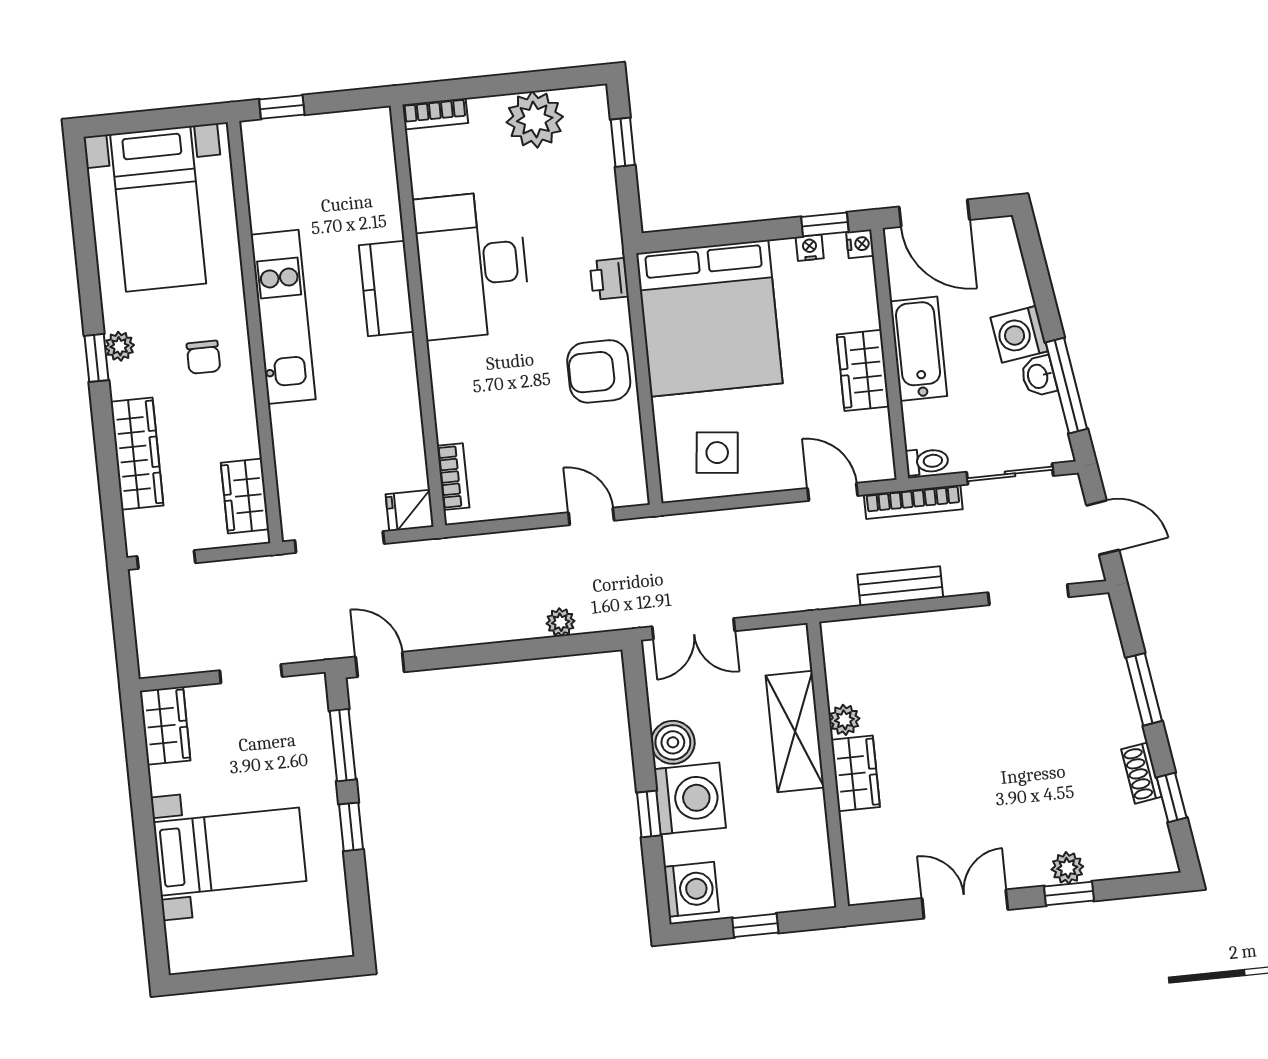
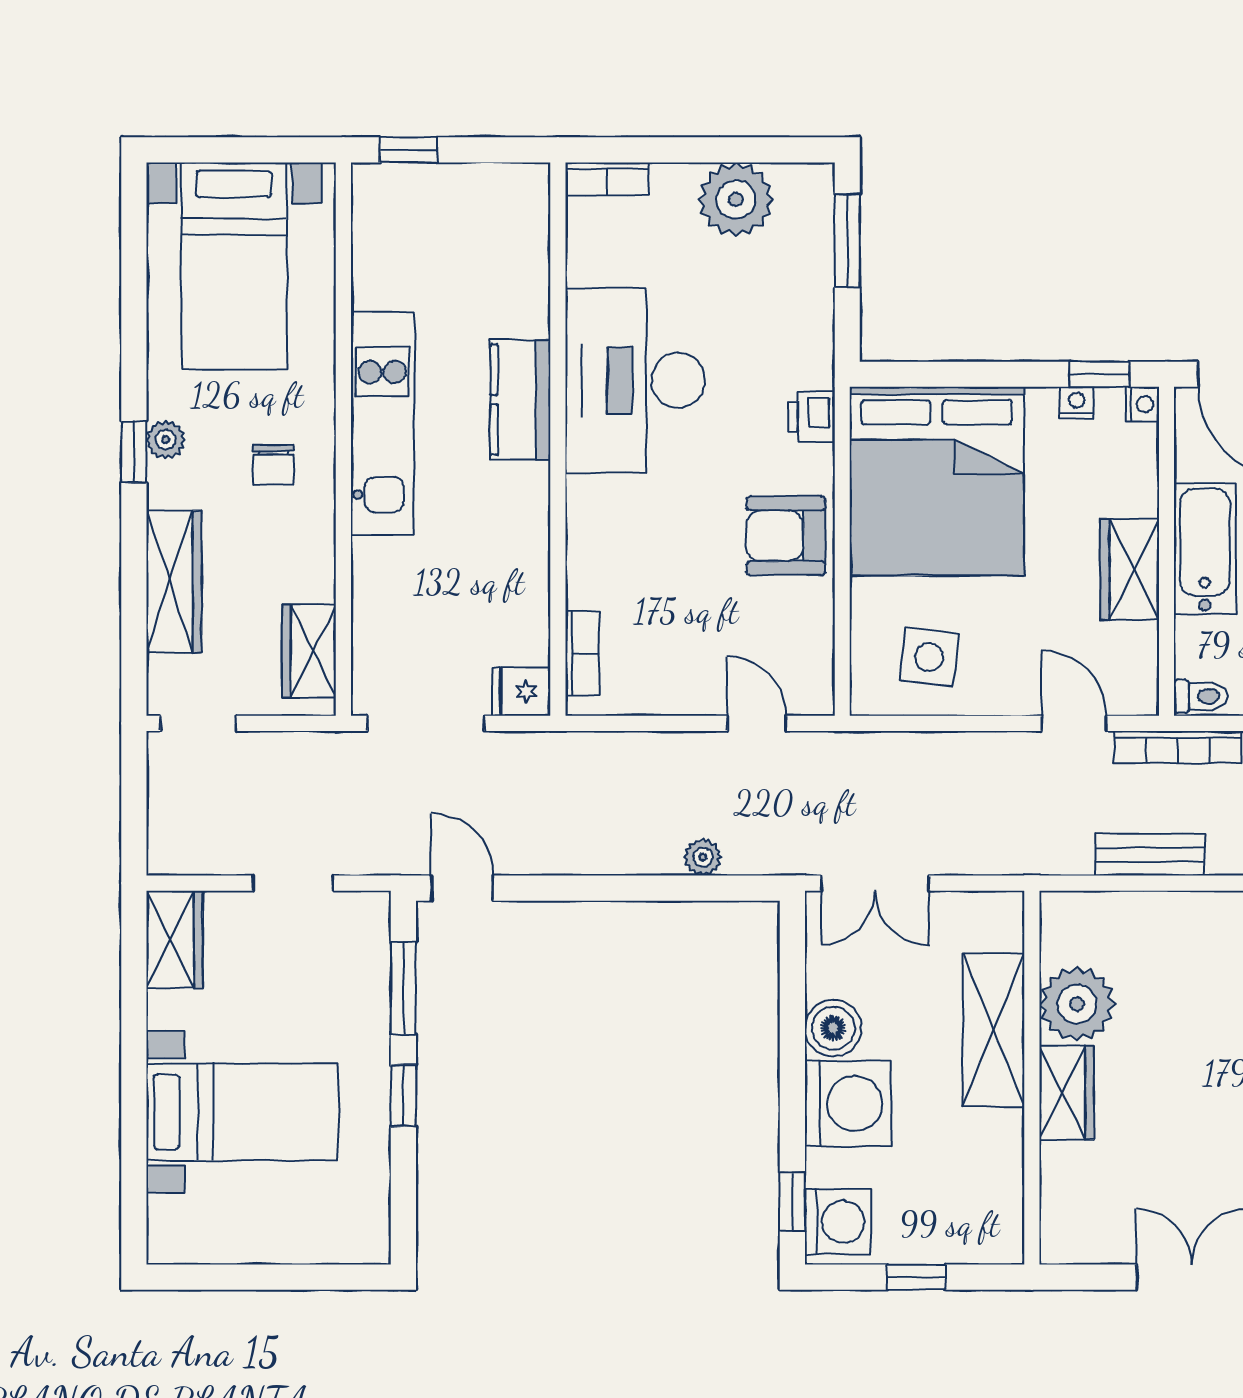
window: (623, 142) -> (847, 241), width x1.50
plant: (844, 720) -> (1077, 1004), width x1.87, depth x1.87
window: (649, 814) -> (792, 1202), moved

